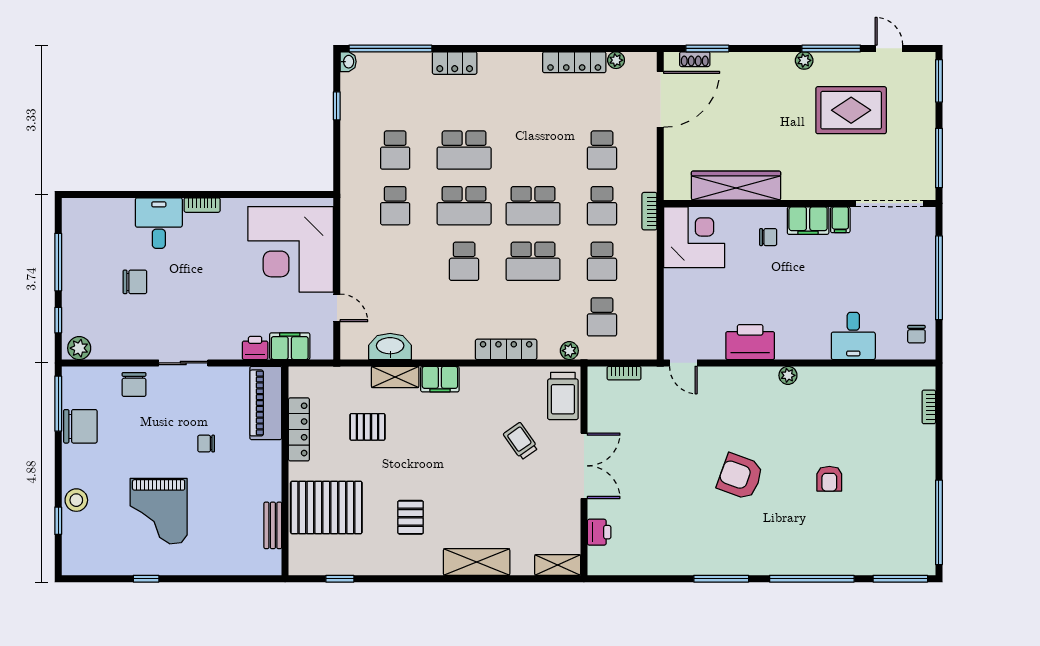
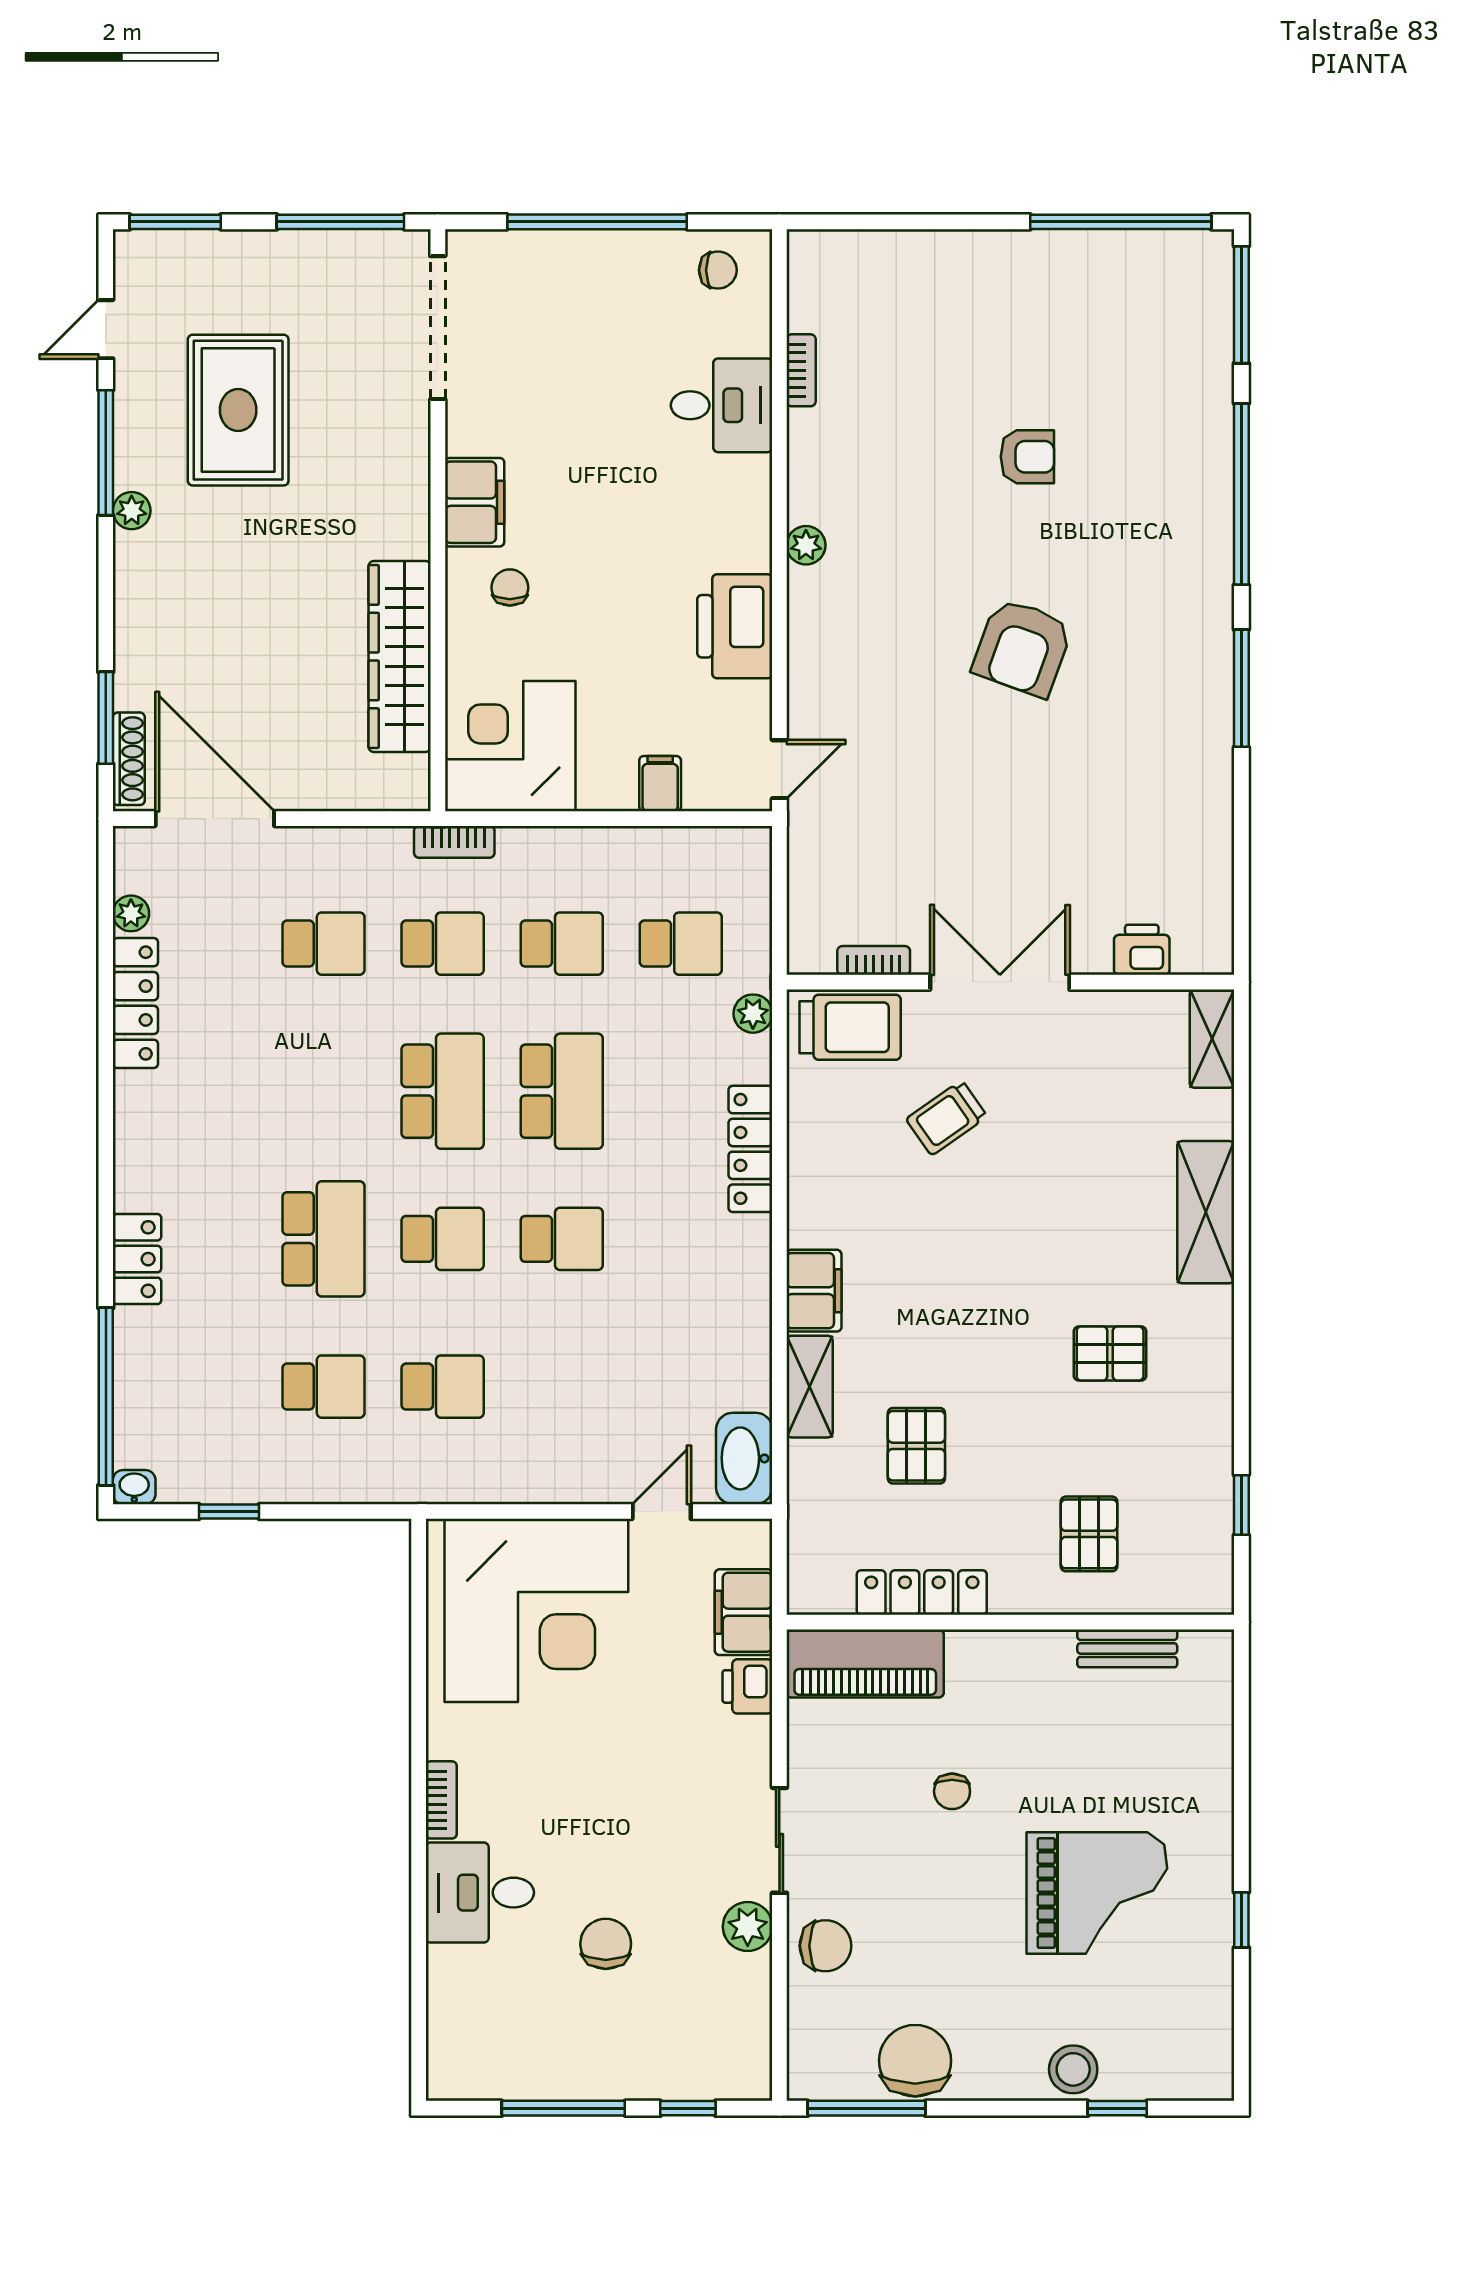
shoe rack: (695, 59) -> (129, 759), width x1.43
school desk: (464, 206) -> (443, 1239), width x0.54
filing cabinet: (840, 220) -> (660, 784), moved, turned -90
washbasin: (390, 347) -> (744, 1458), moved
plant: (79, 348) -> (748, 1927), moved
bookcase: (624, 373) -> (874, 960), moved, turned -90
bookcase: (929, 407) -> (801, 370), moved, turned -90
pallet: (326, 508) -> (1089, 1534), width x0.49, depth x0.50

